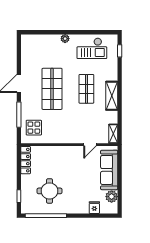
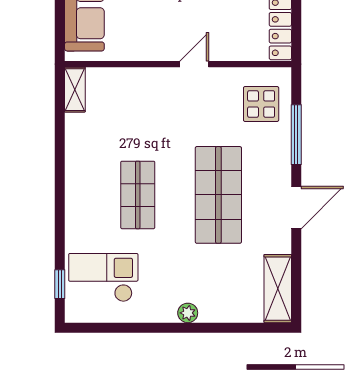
checkout: (92, 48) -> (103, 278), moved
shelving: (112, 96) -> (278, 289), moved
door: (90, 145) -> (194, 64), moved

